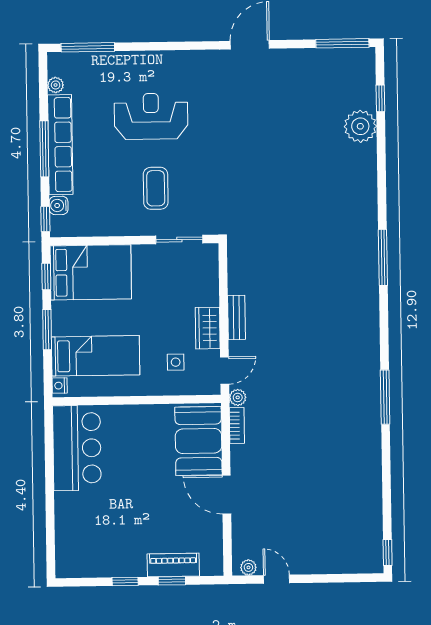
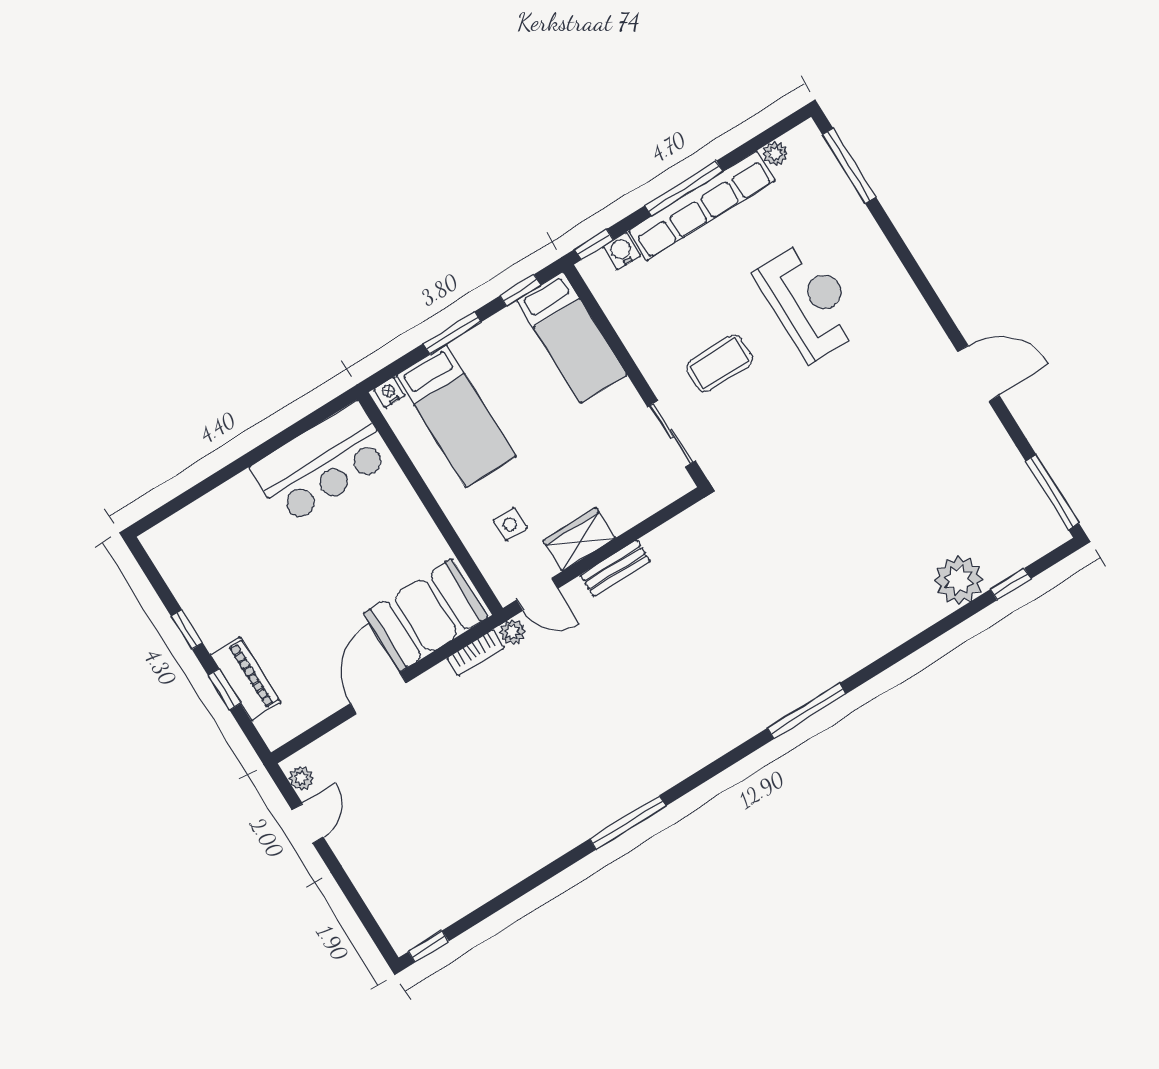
bed: (91, 272) -> (572, 337), width x0.67

